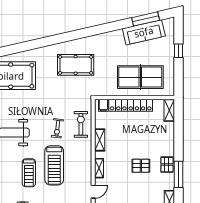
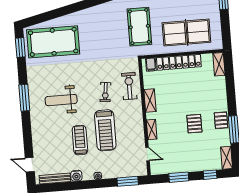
pool table: (76, 65) -> (139, 27), moved, turned 90
pallet: (141, 166) -> (194, 124), turned 90
treadmill: (29, 173) -> (80, 140), turned 180
door: (93, 192) -> (147, 154), hinge flipped

